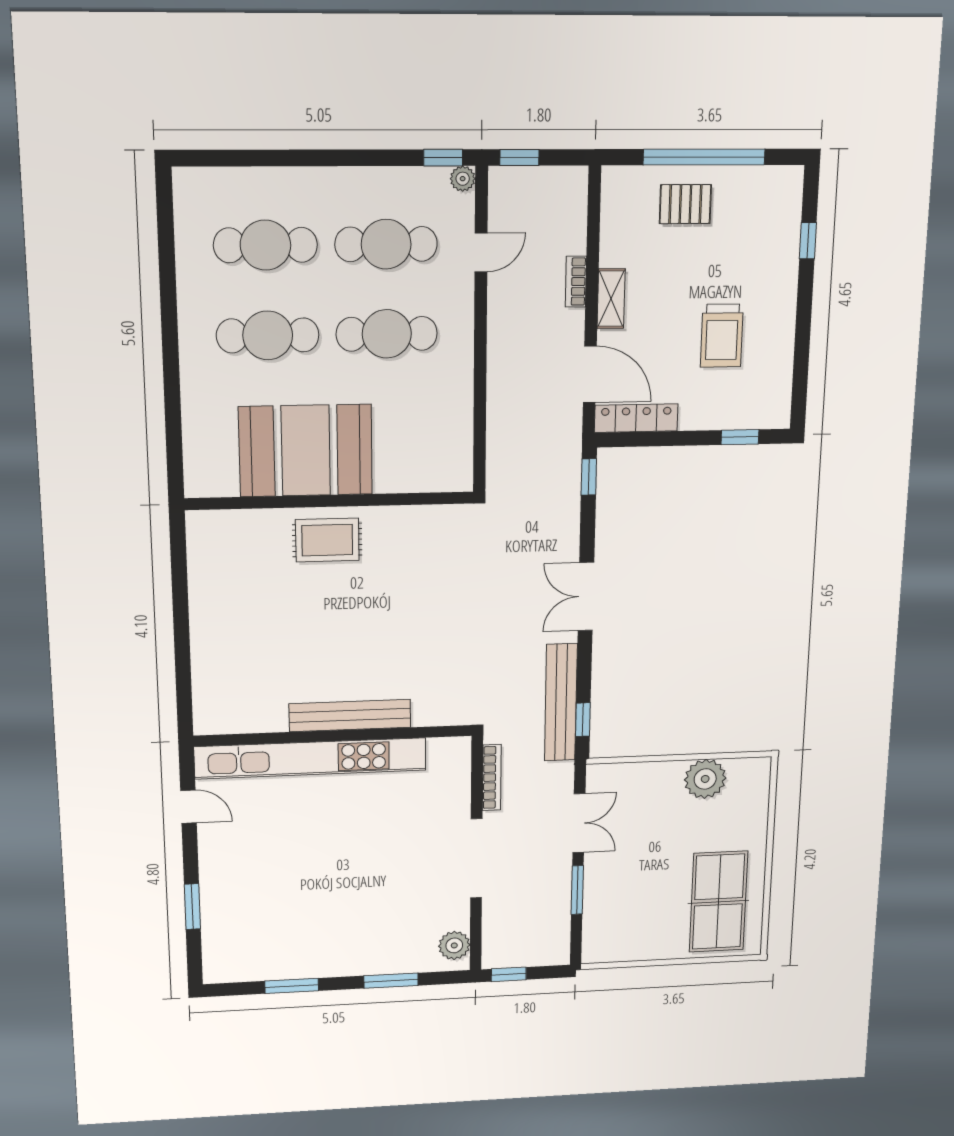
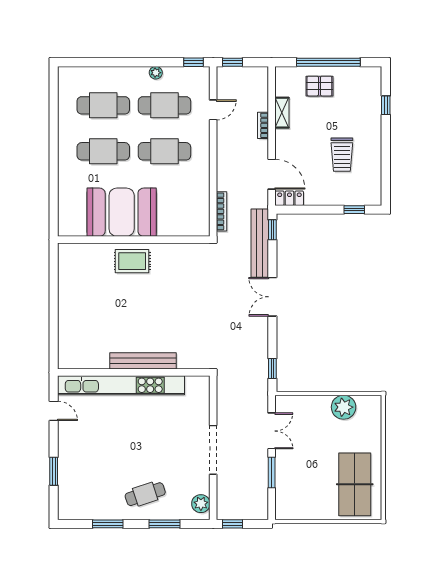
plant: (463, 179) -> (156, 73), moved
shelving: (611, 299) -> (282, 113), moved
locker: (636, 418) -> (289, 198), width x0.66
bench: (561, 702) -> (260, 243), moved
bookcase: (492, 777) -> (222, 211), moved
cafe table: (357, 935) -> (145, 494), added

